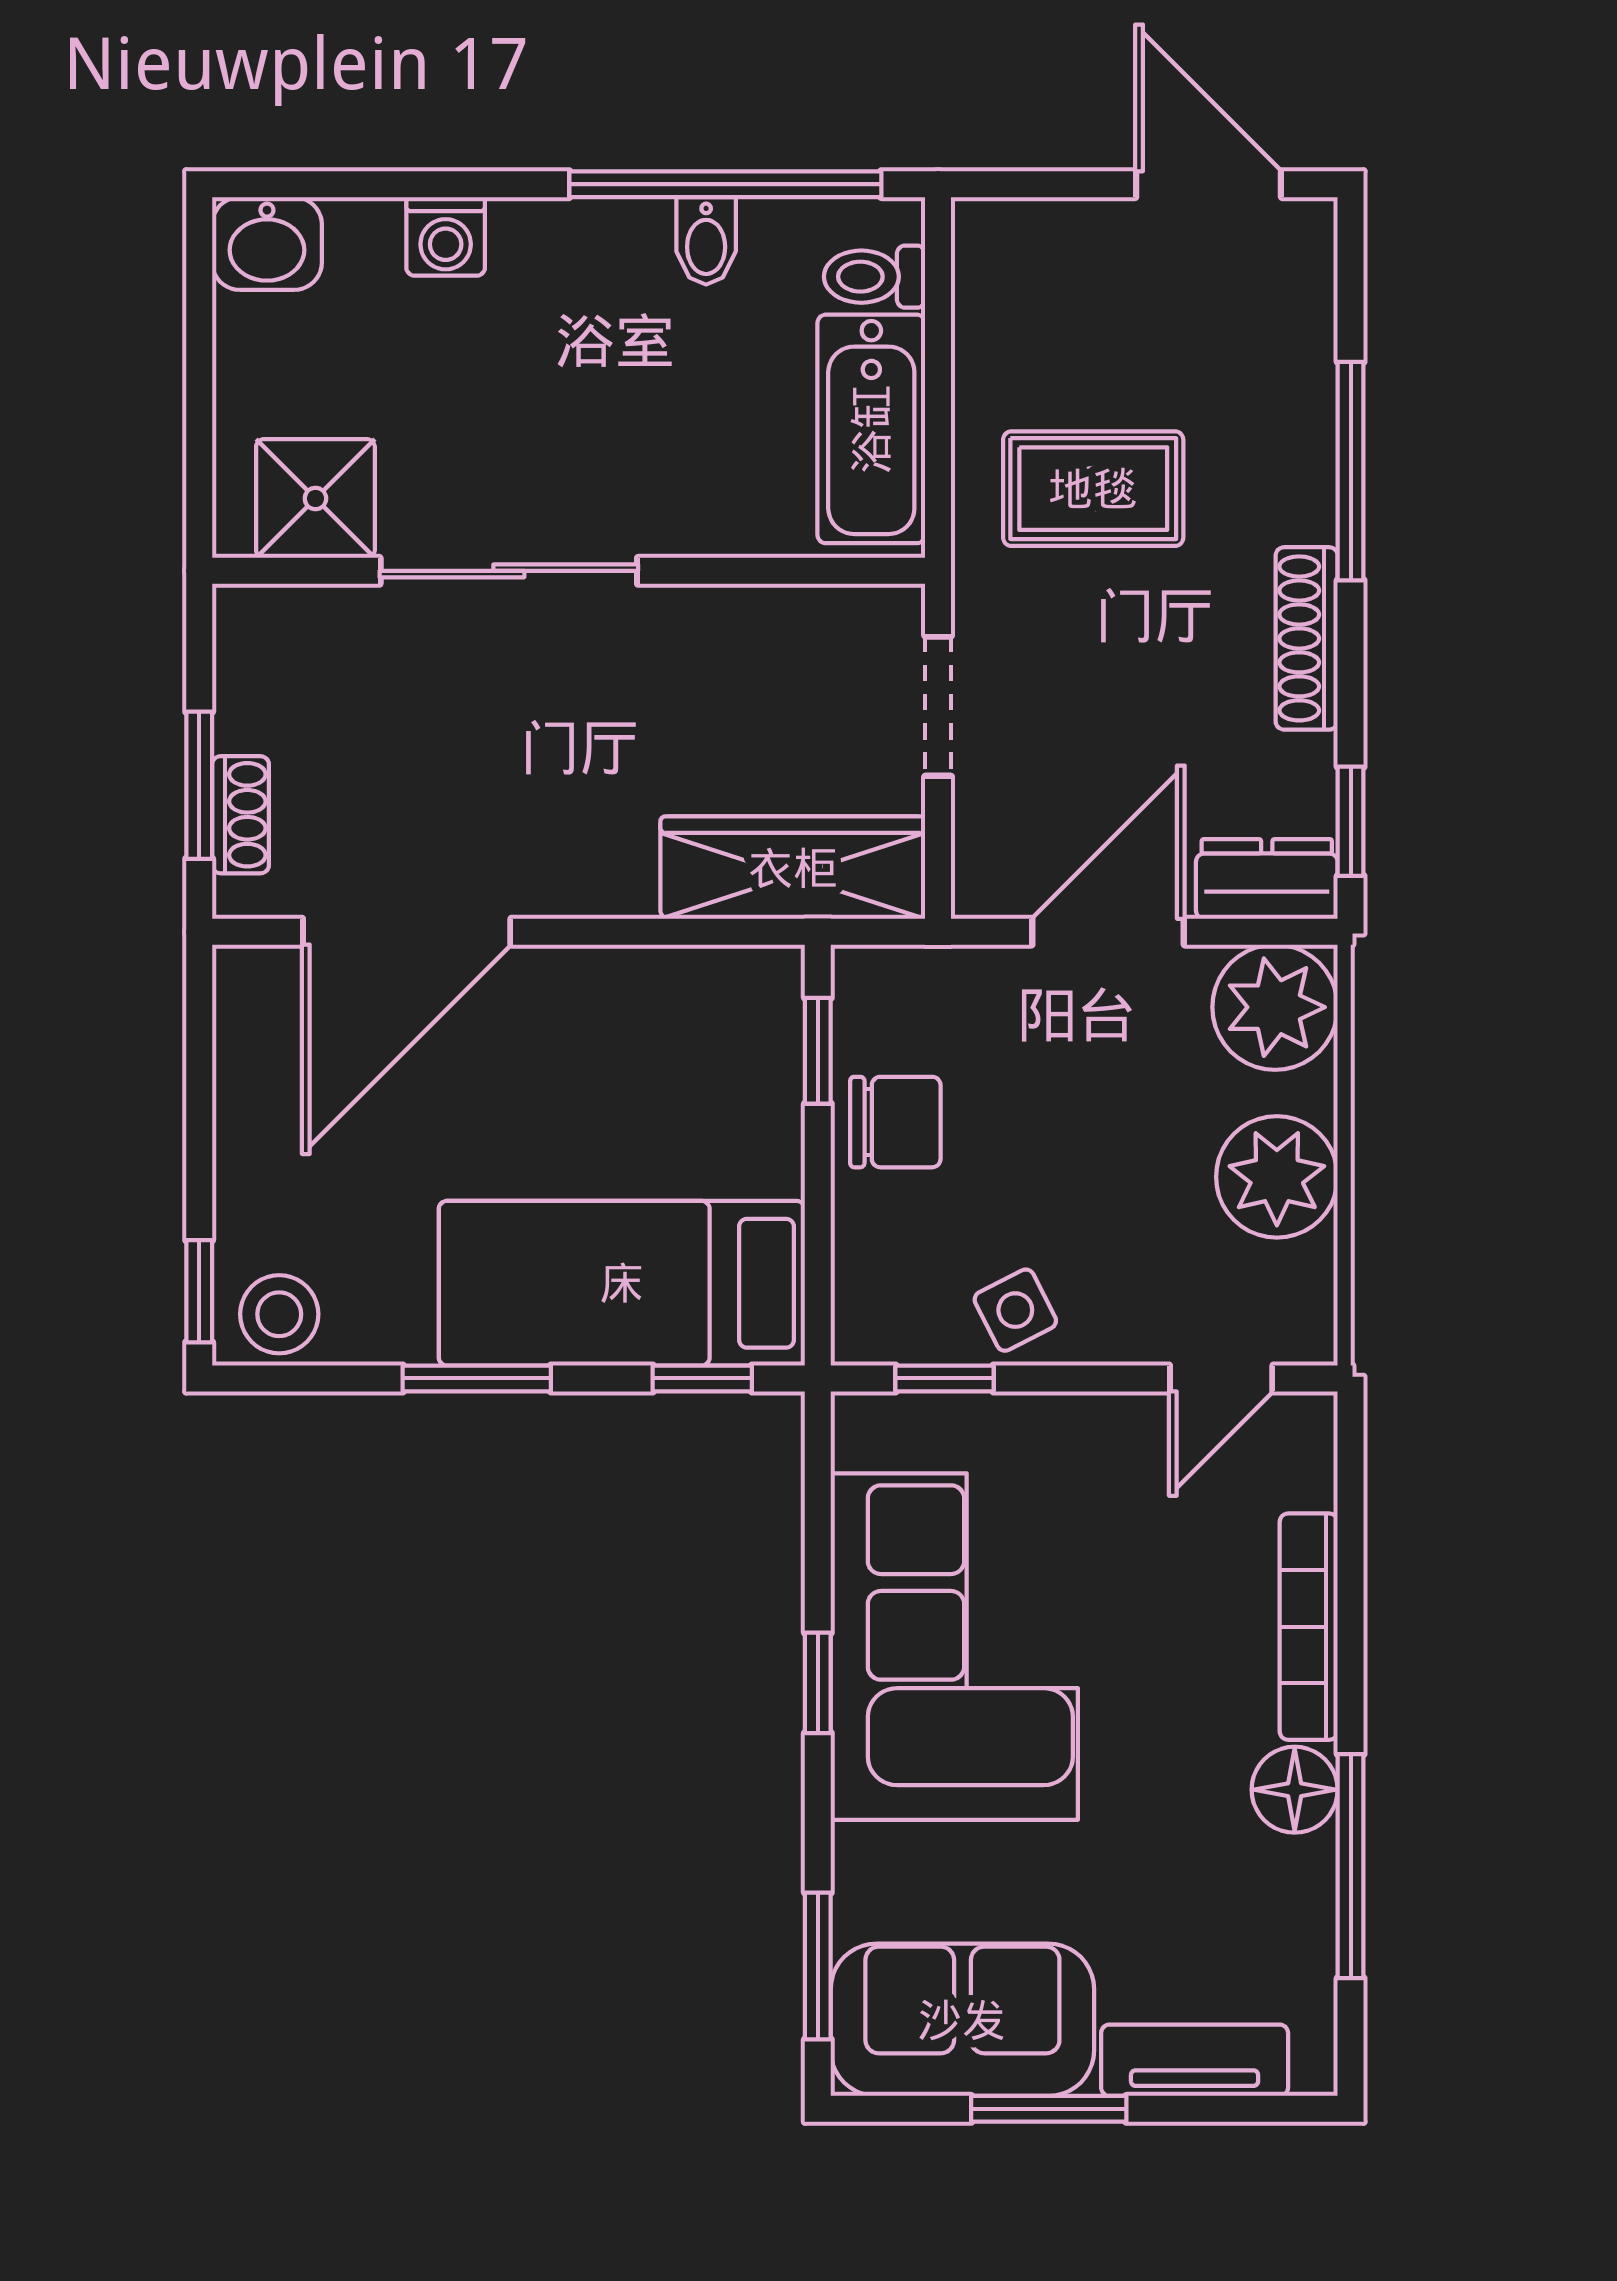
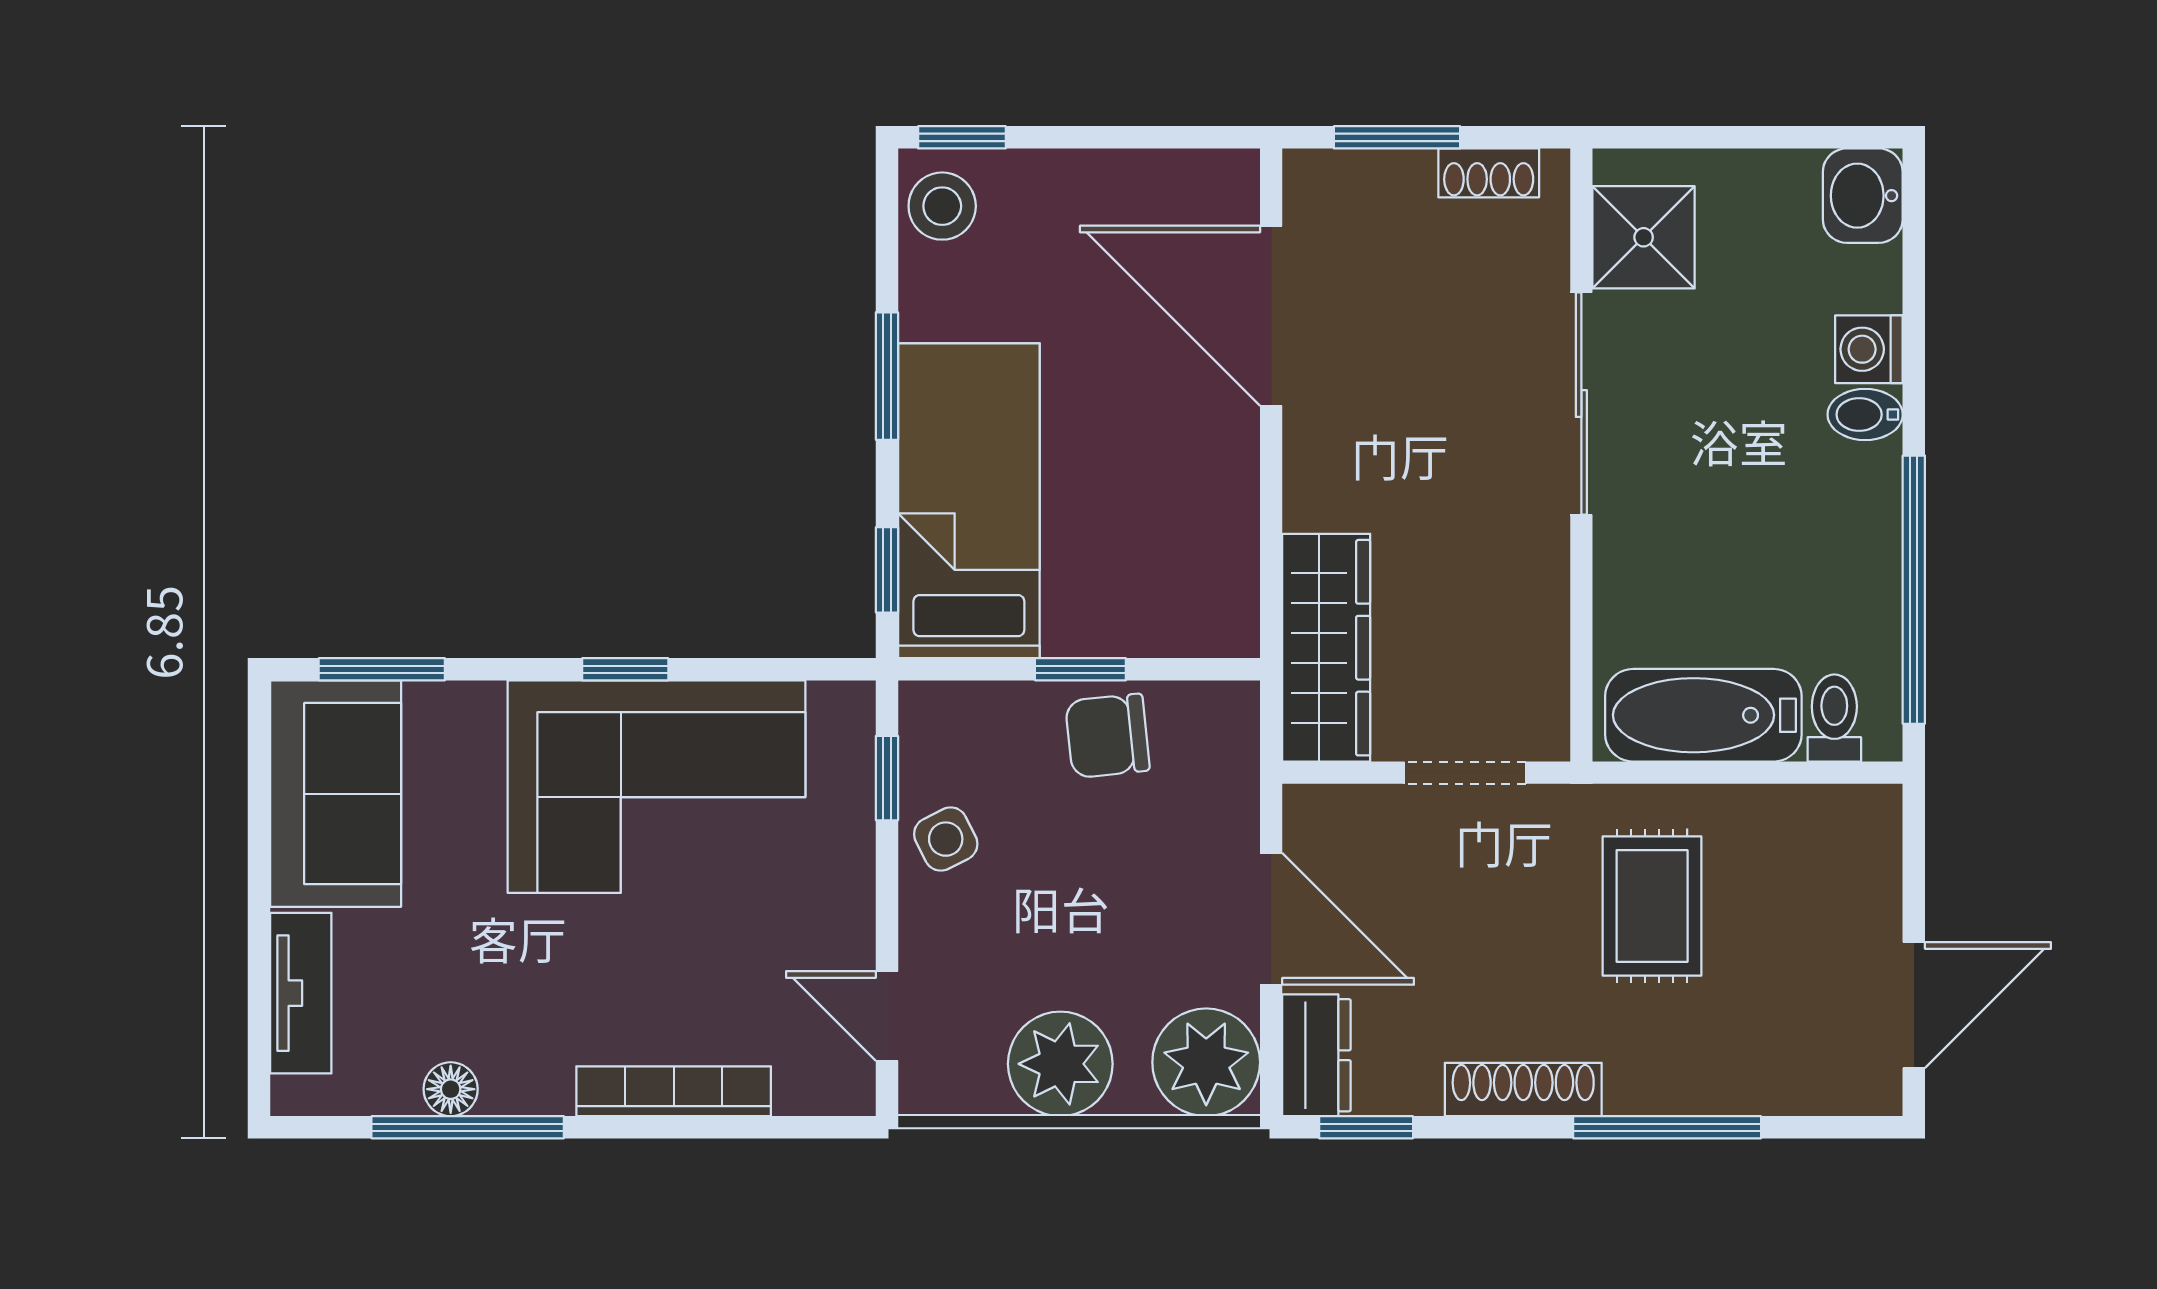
bidet: (706, 241) -> (1865, 415), moved
shoe rack: (241, 815) -> (1489, 173), moved
window: (818, 1051) -> (1080, 669), moved
chair: (895, 1122) -> (1107, 736), turned 84
floor lamp: (1295, 1790) -> (451, 1089), moved, width x0.73, depth x0.73
window: (1049, 2109) -> (259, 868), removed

